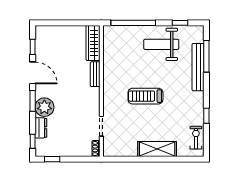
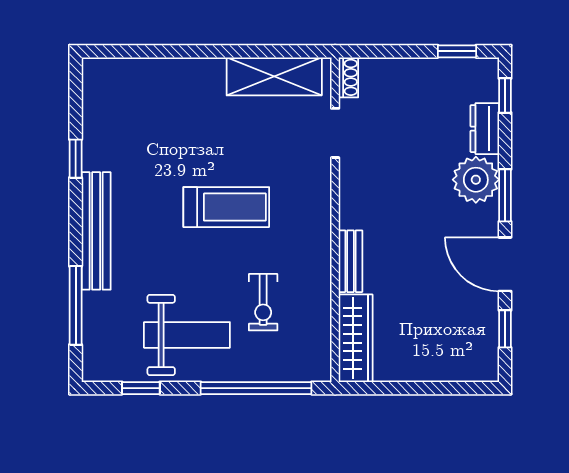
bench: (198, 67) -> (96, 231), moved
exercise bike: (196, 138) -> (263, 302), moved
shelving: (157, 149) -> (274, 76), moved

